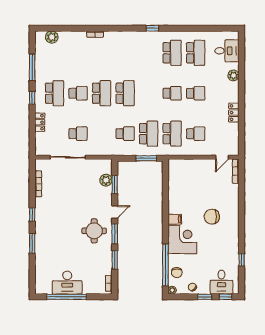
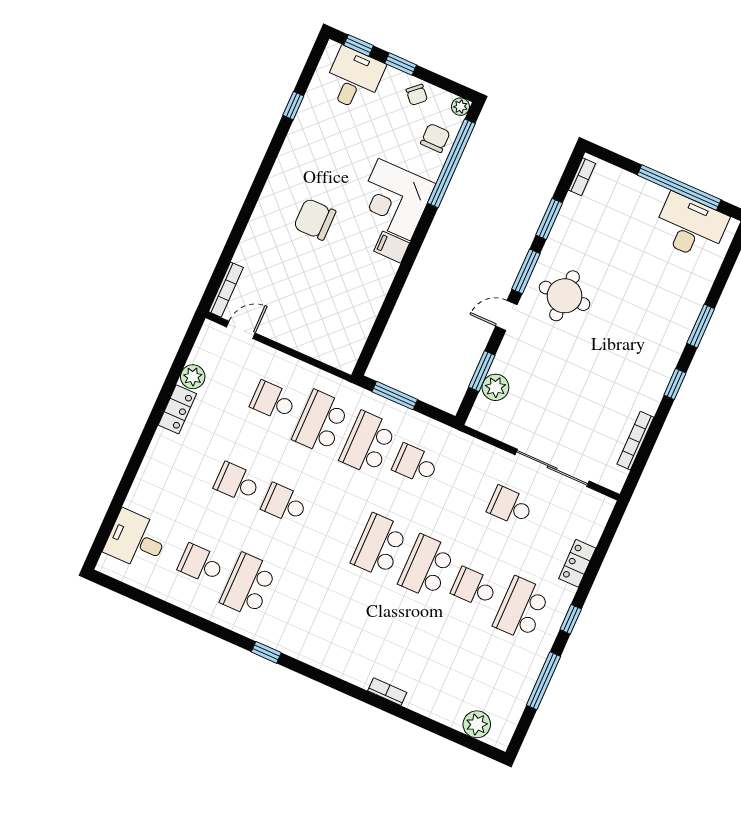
school desk: (196, 53) -> (201, 564), width x0.54
plant: (233, 76) -> (193, 377), moved
chair: (212, 217) -> (315, 219), turned 180
desk: (67, 283) -> (690, 227), moved

